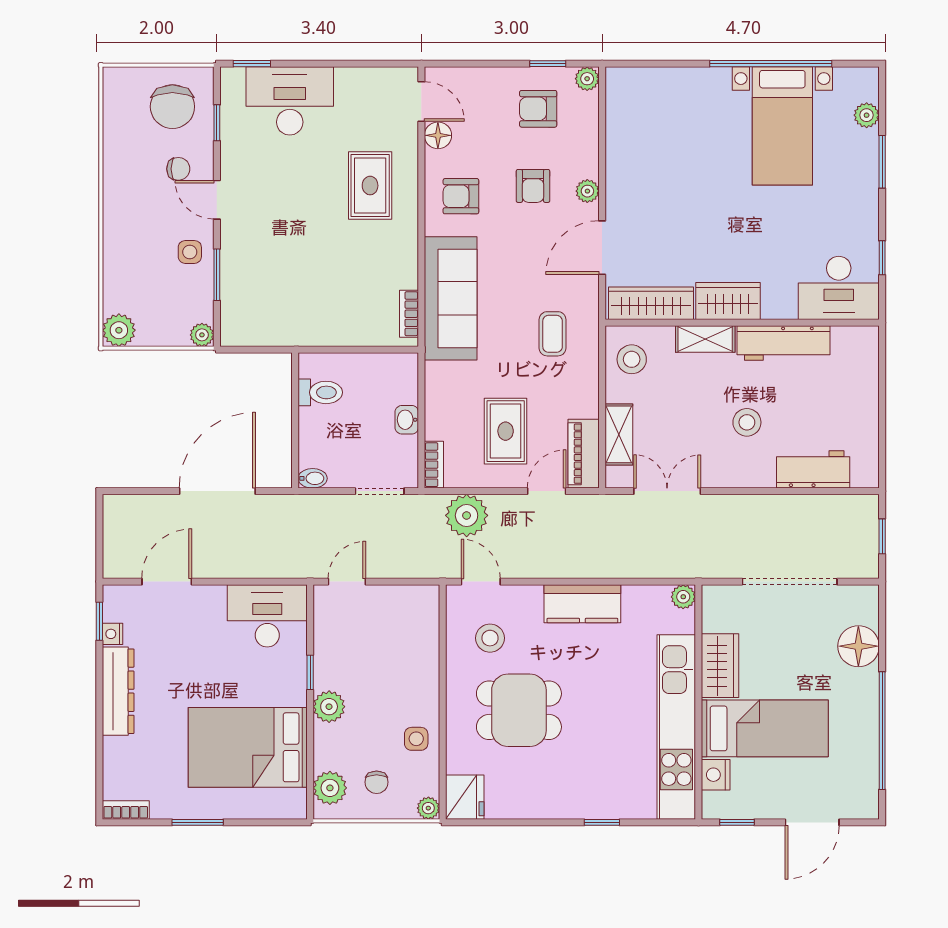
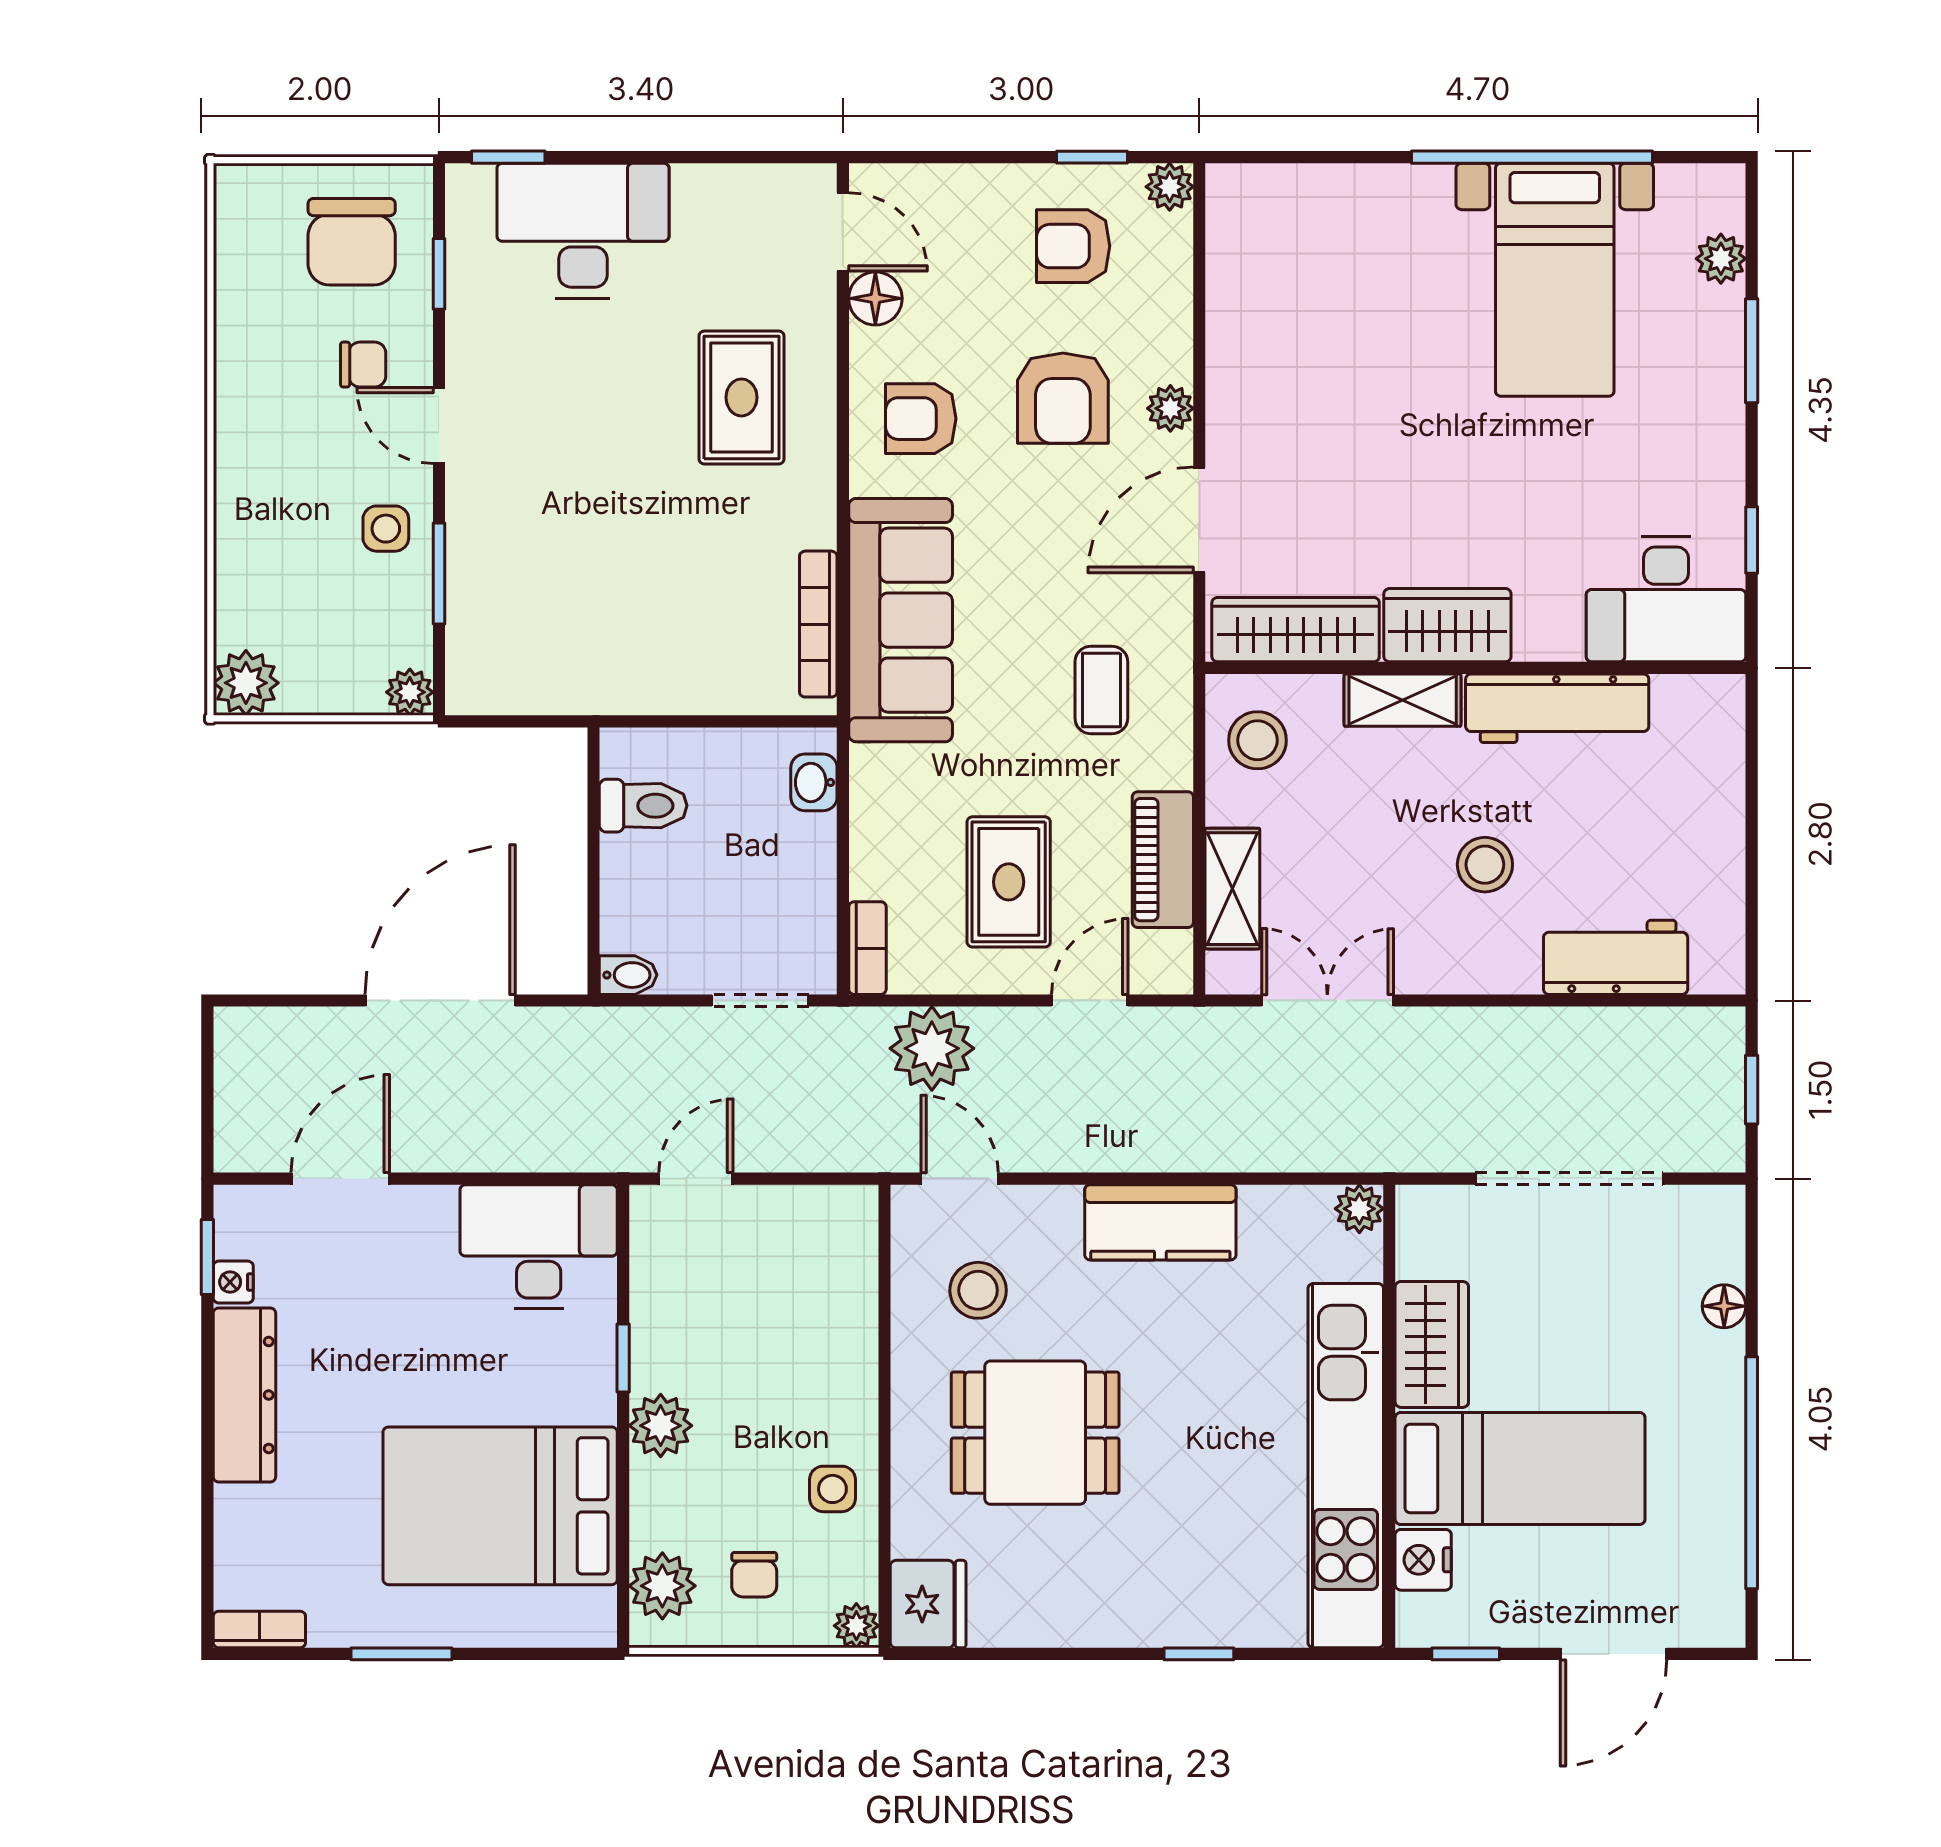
armchair: (533, 186) -> (1063, 398), width x1.38, depth x1.38
bookcase: (409, 314) -> (818, 624), width x1.56
washbasin: (407, 420) -> (814, 782), moved
piano: (584, 454) -> (1163, 860), moved
floor lamp: (858, 646) -> (1724, 1306), width x0.53, depth x0.53

